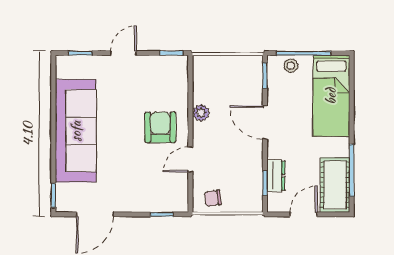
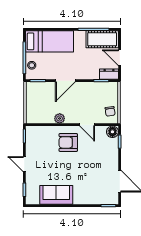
sofa: (76, 131) -> (56, 195), width x0.54, depth x0.79
dresser: (276, 176) -> (109, 74), moved
floor lamp: (178, 202) -> (112, 132), added

